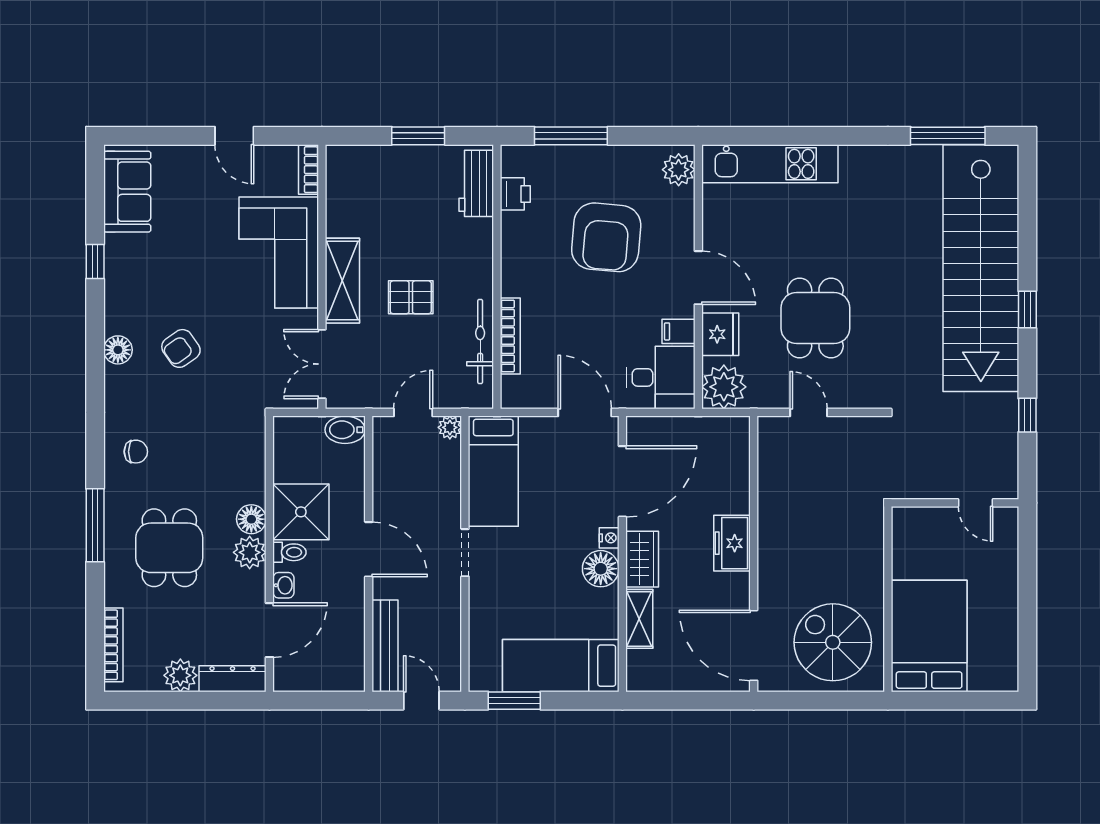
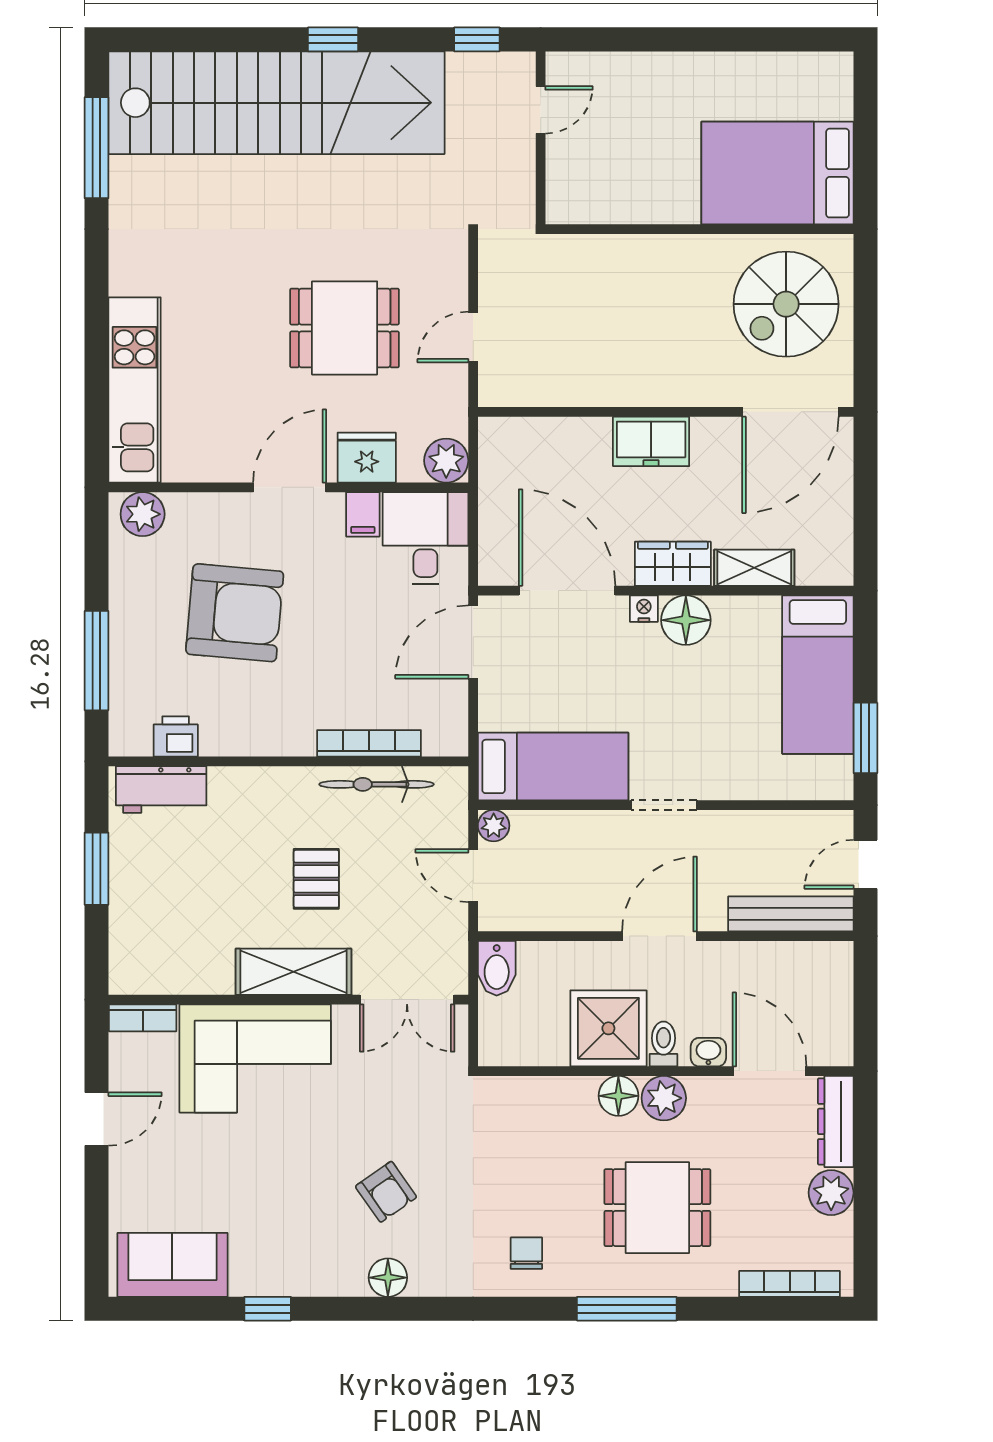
plant: (724, 387) -> (446, 461), width x0.73, depth x0.73
wall: (955, 503) -> (541, 138), moved
door: (976, 503) -> (541, 110), moved

